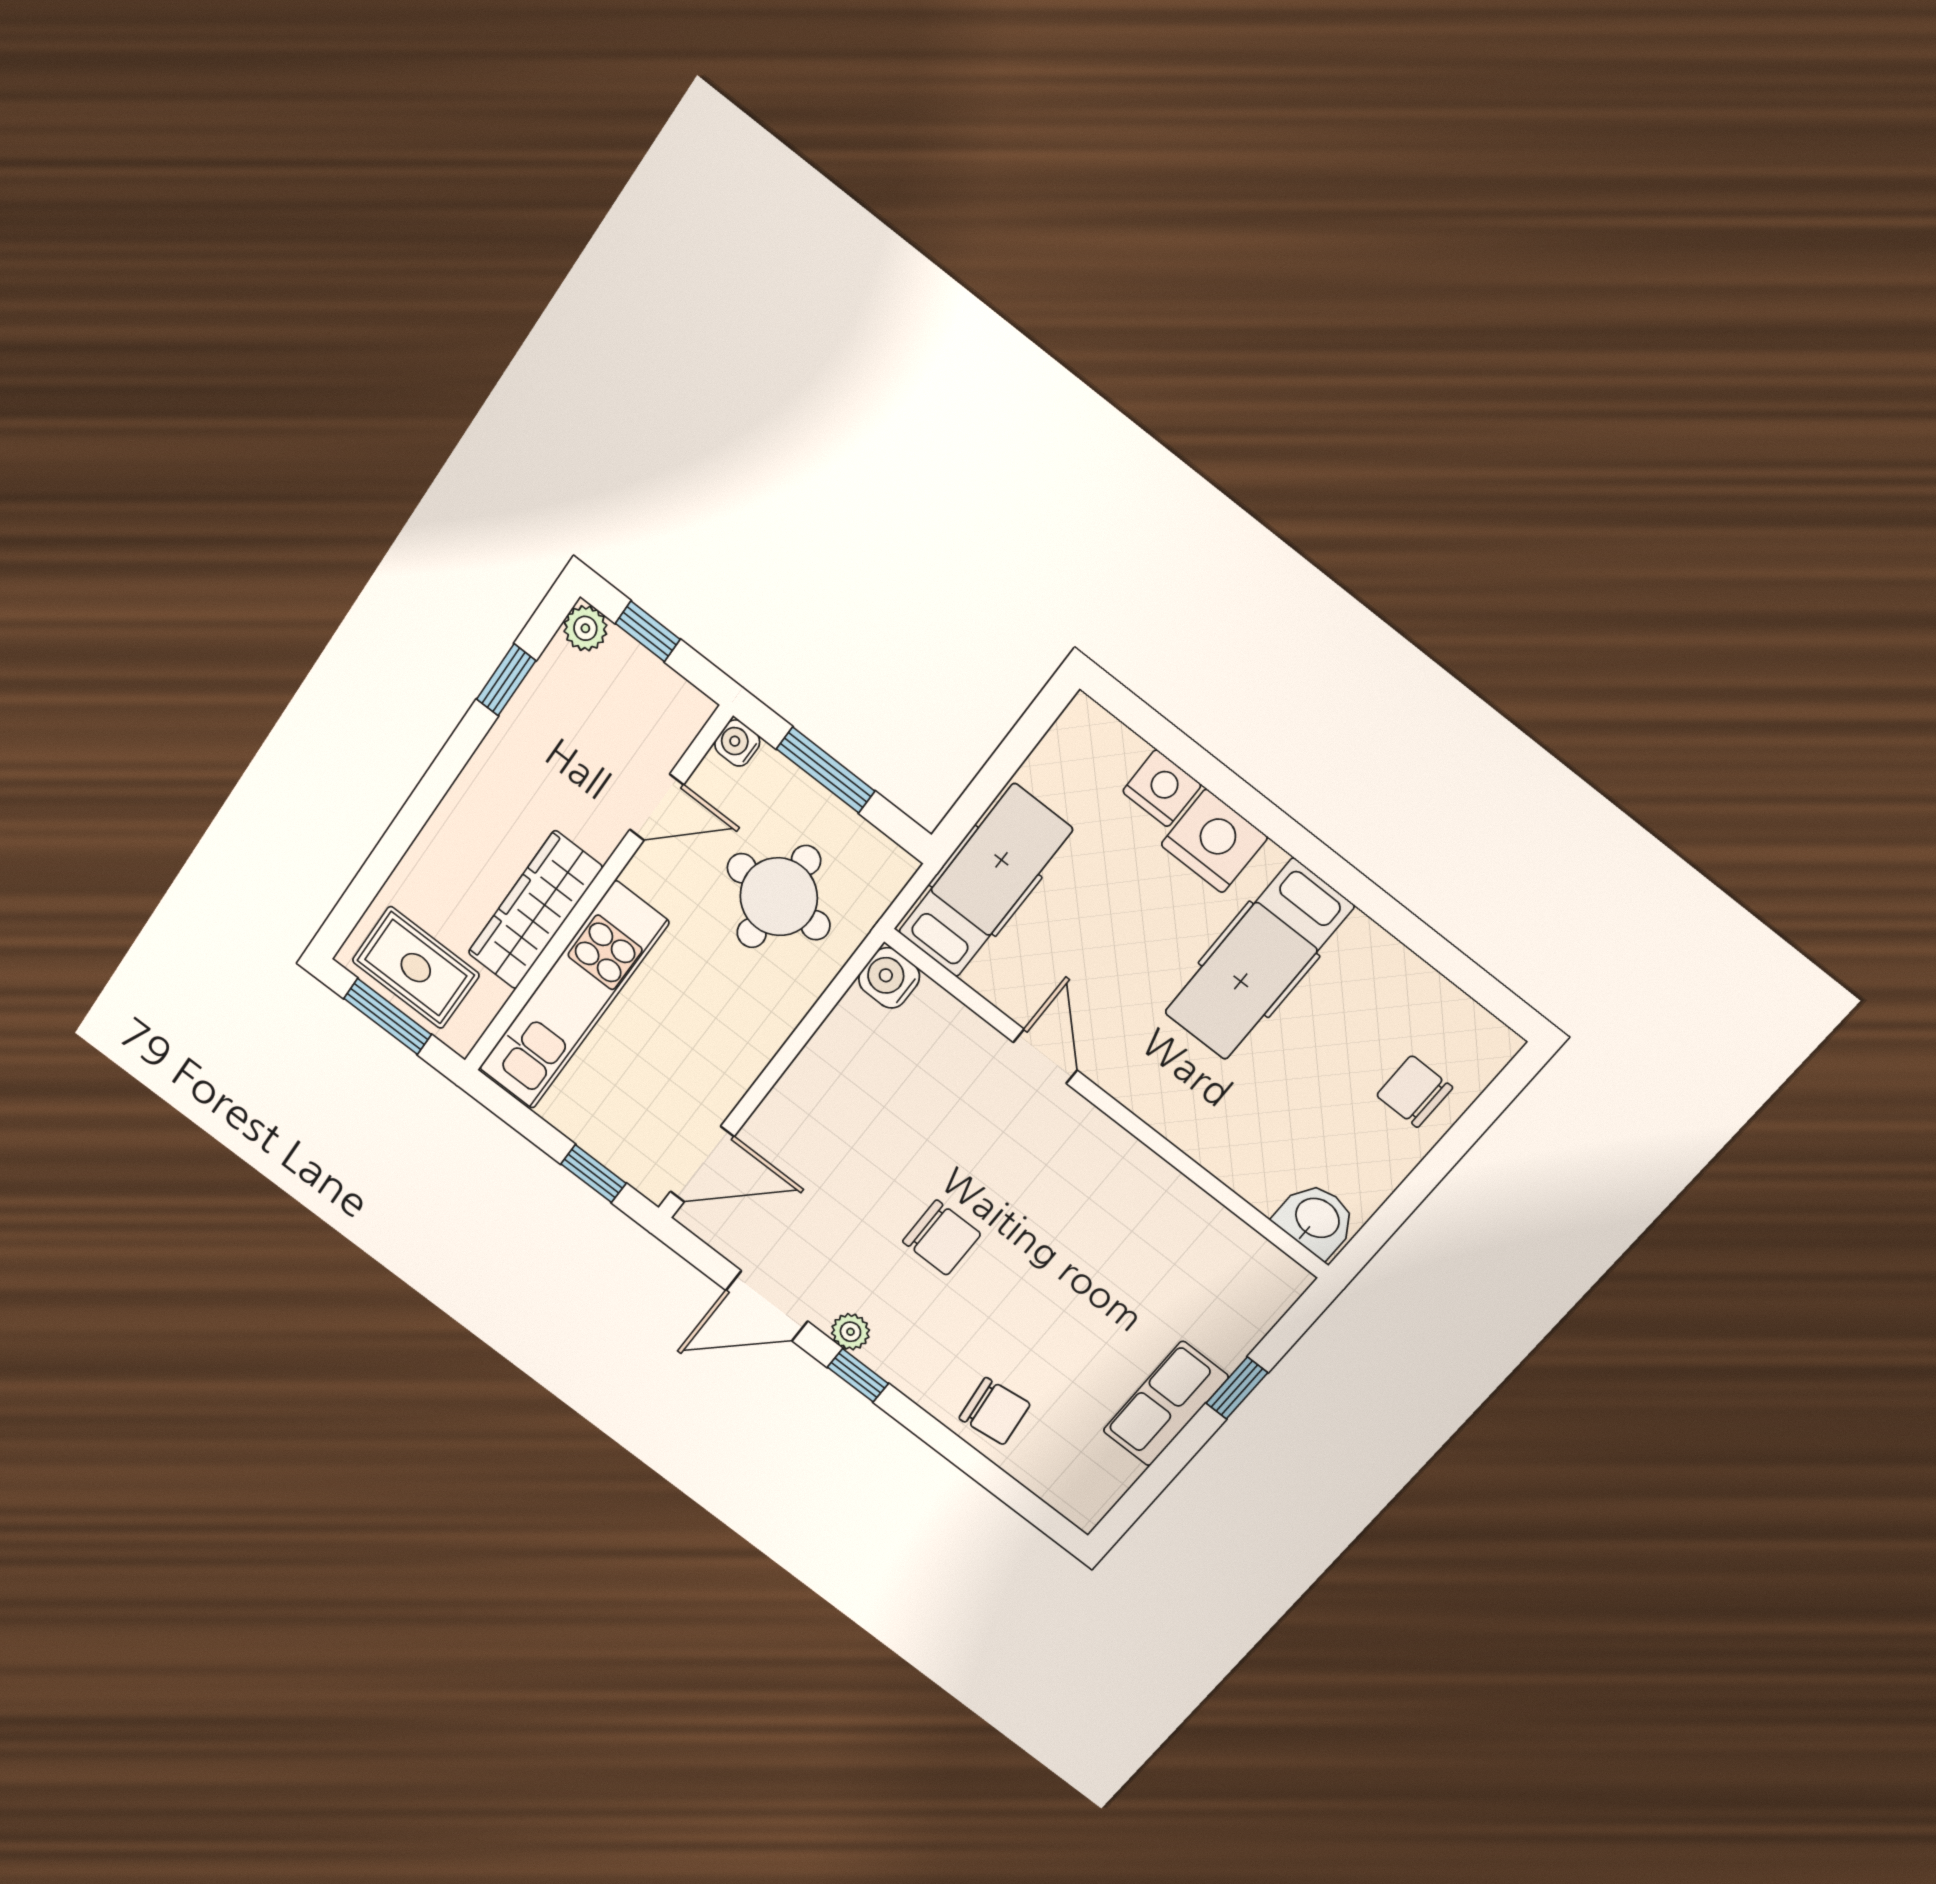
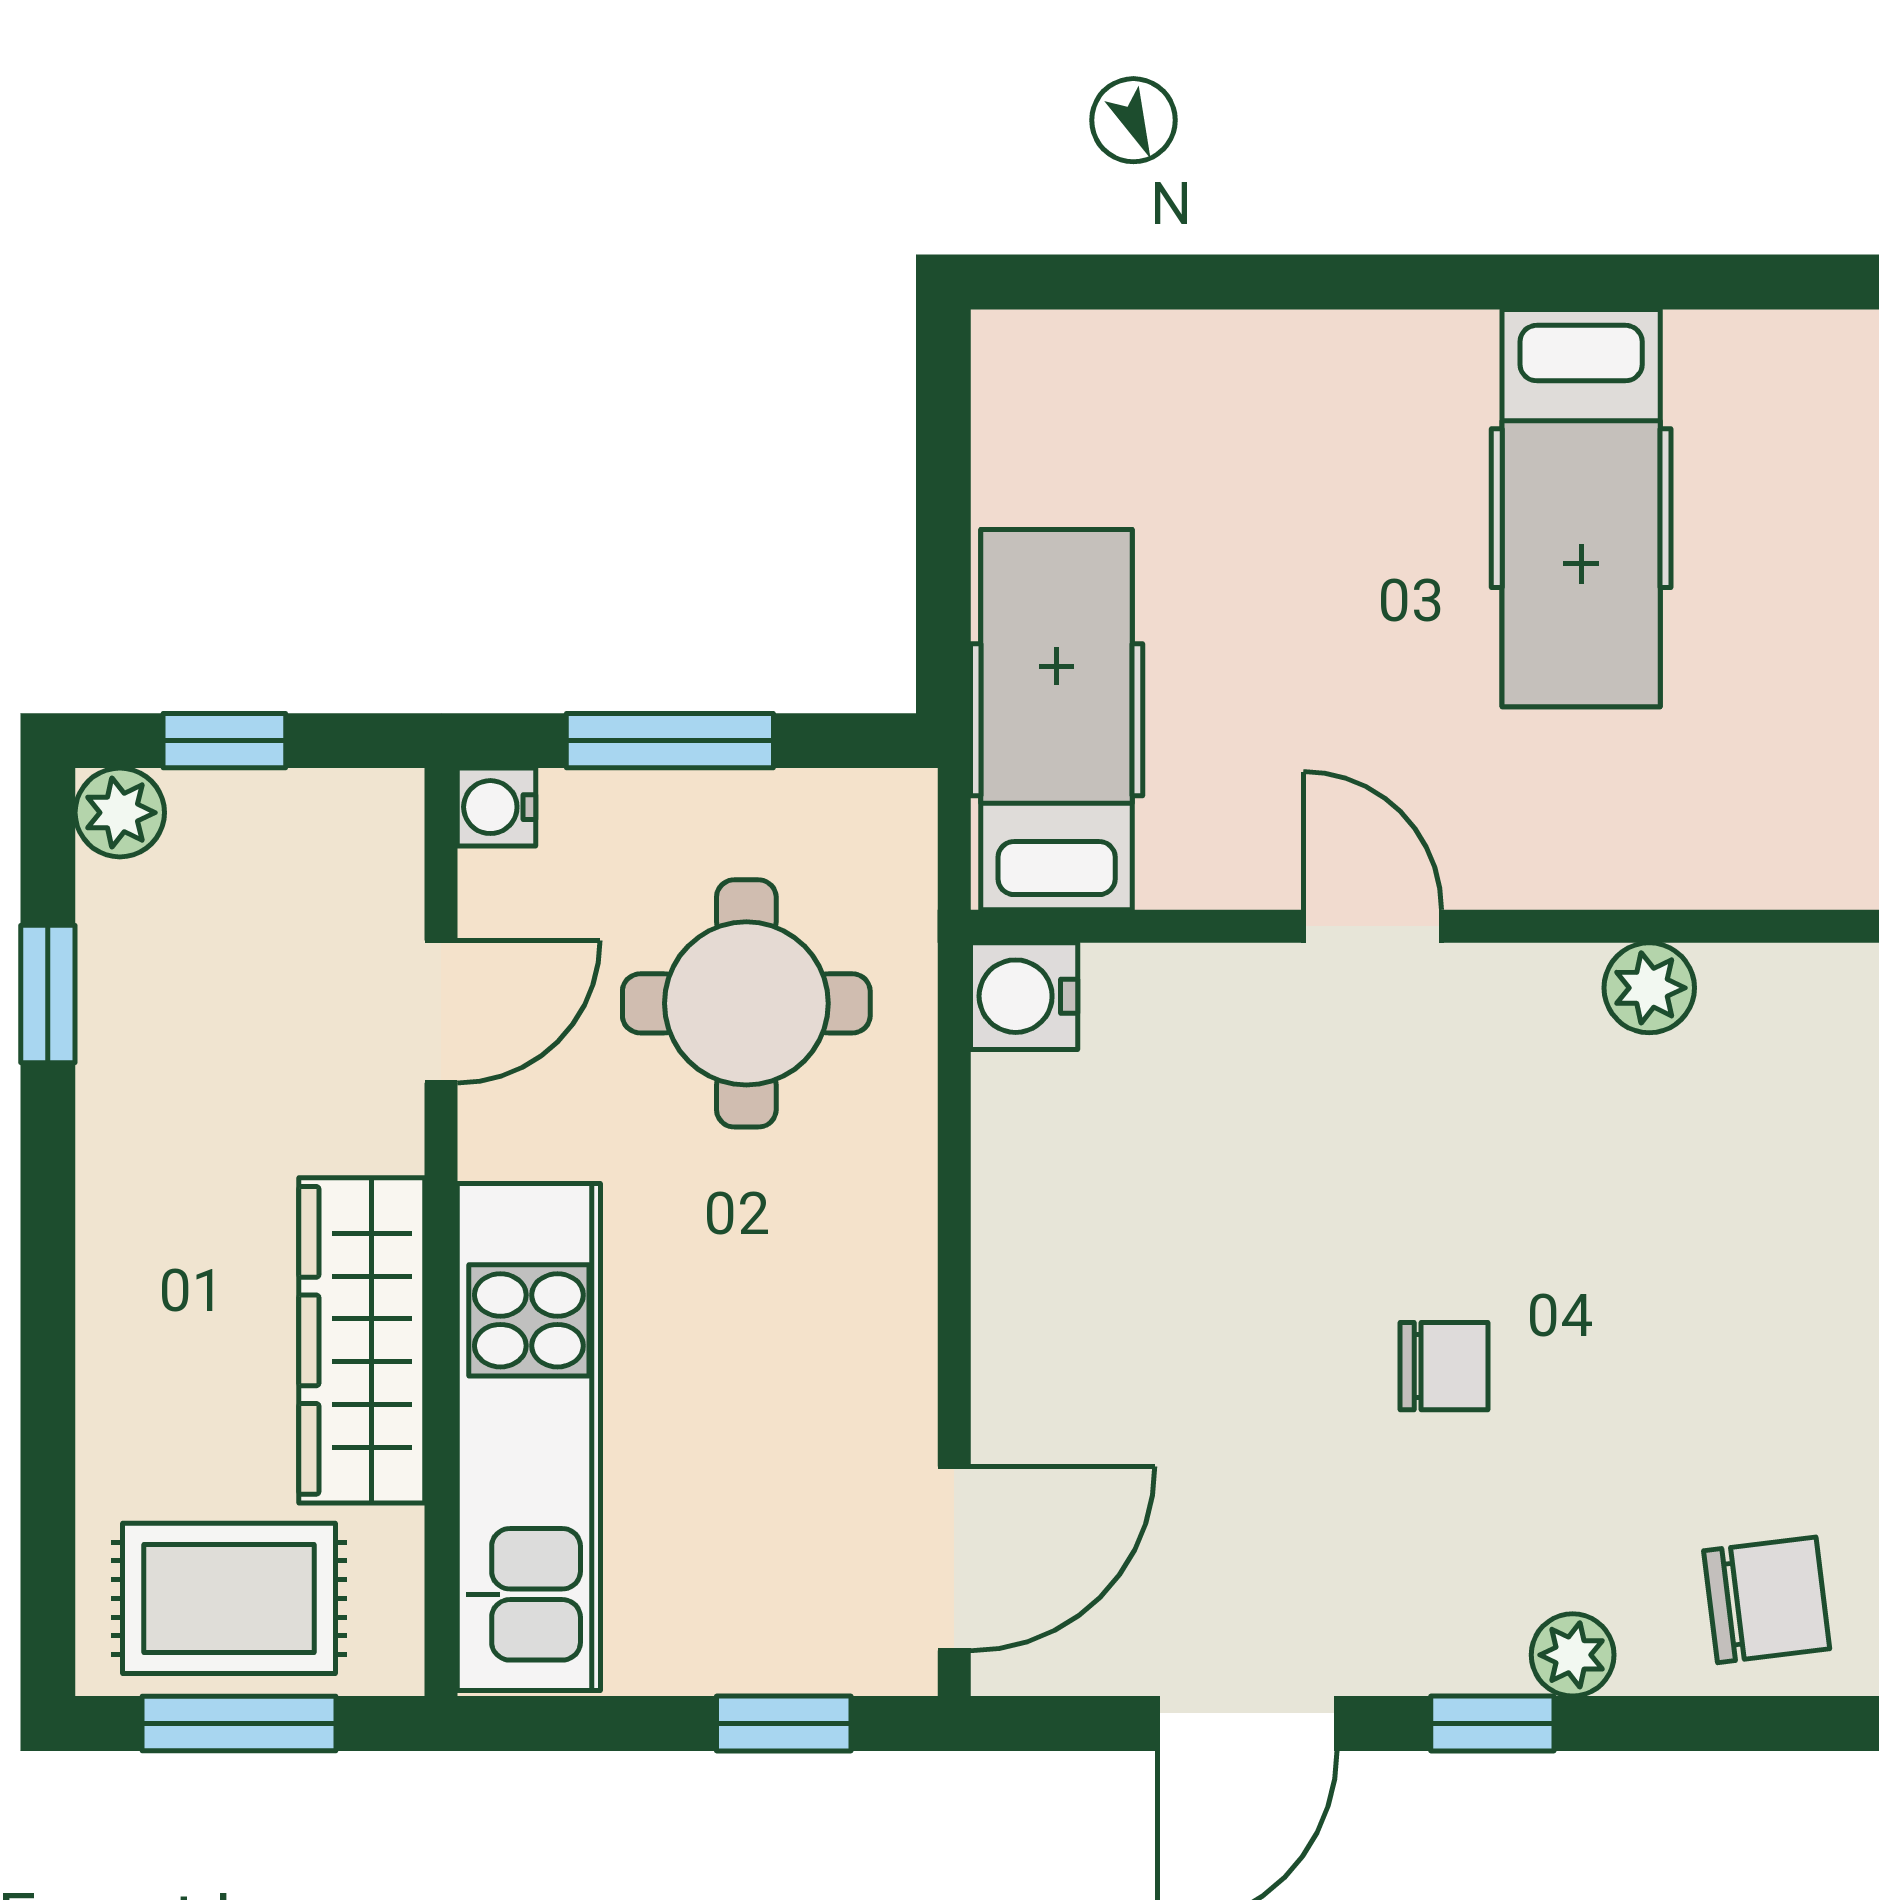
nightstand: (1162, 788) -> (1218, 363), removed
nightstand: (1214, 841) -> (1363, 380), removed
plant: (1133, 1162) -> (1649, 988), added
chair: (942, 1238) -> (1444, 1366), width x0.73, depth x0.73
plant: (850, 1332) -> (1573, 1655), moved

